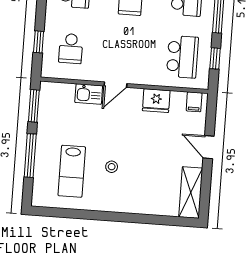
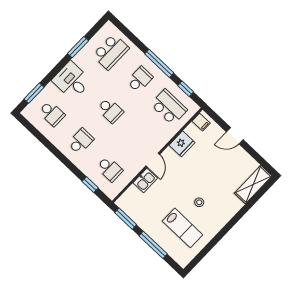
shelving: (191, 192) -> (253, 185), moved, turned 90

